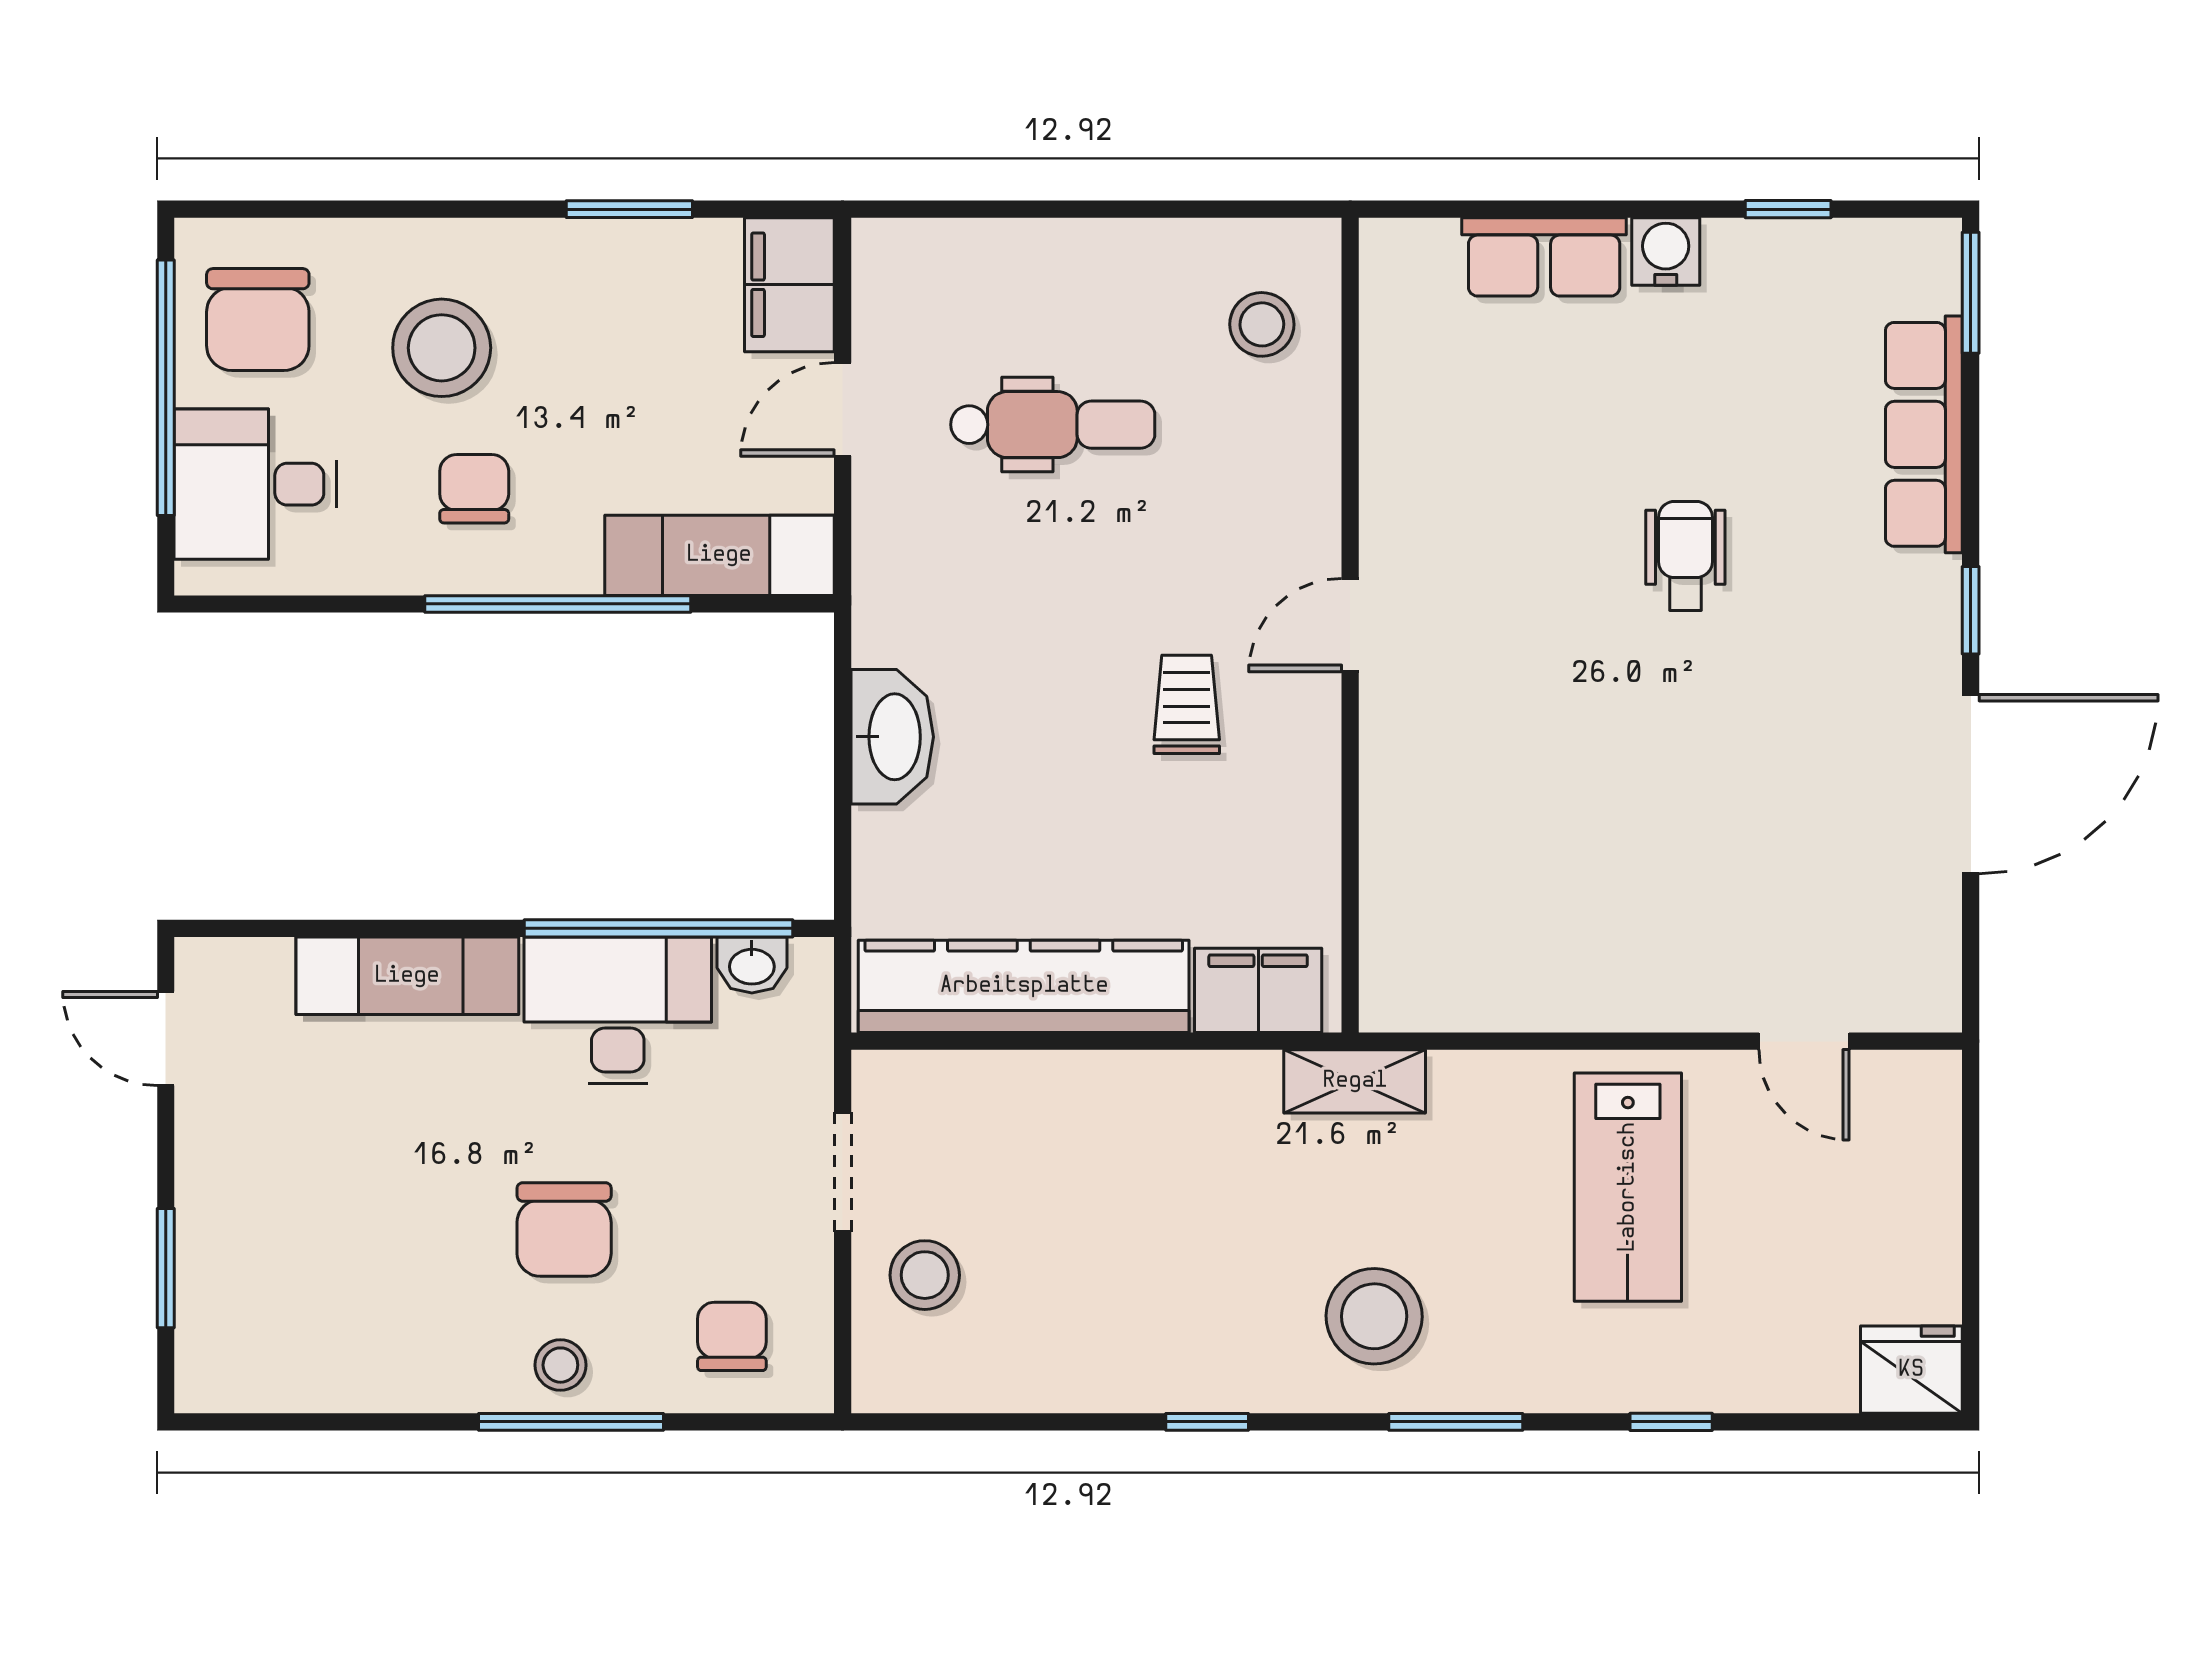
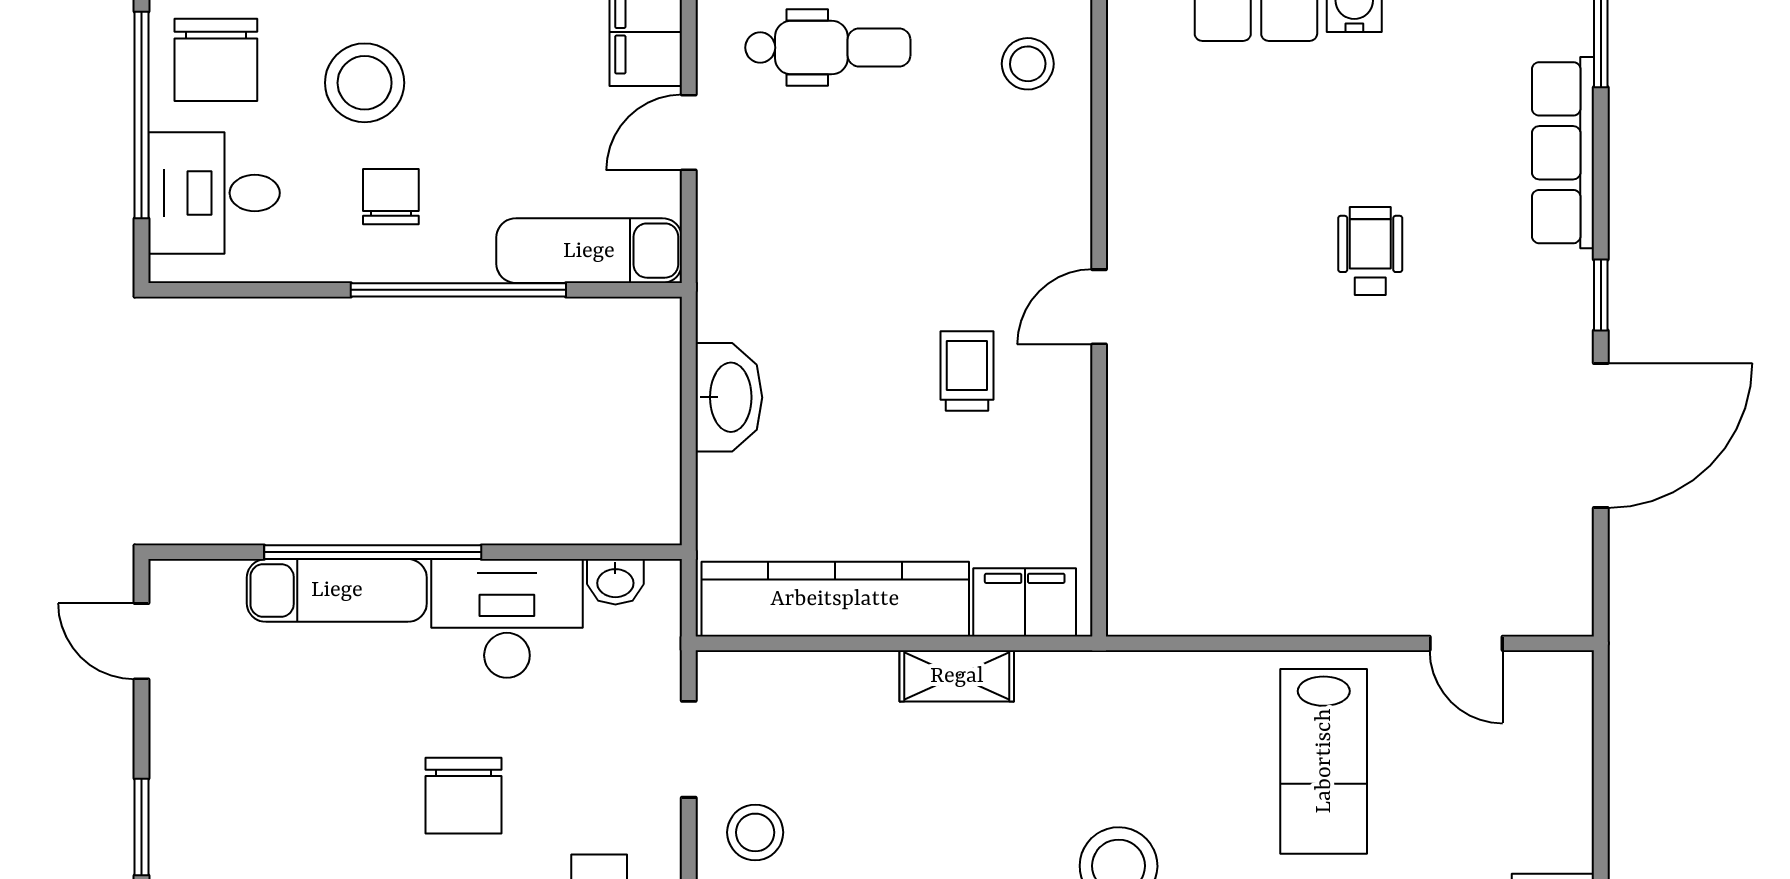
dental chair: (1053, 425) -> (828, 48), moved
window: (658, 928) -> (373, 552), moved
shelving: (1355, 1081) -> (957, 676), moved

